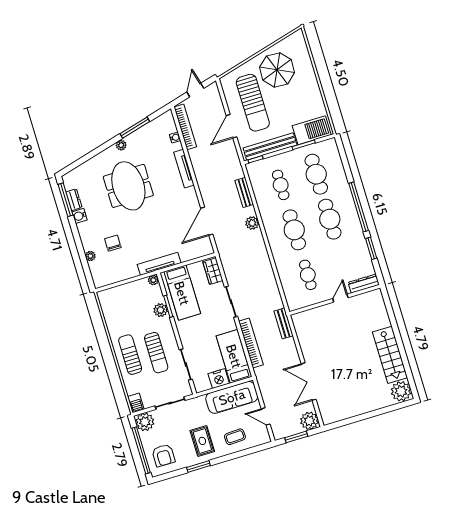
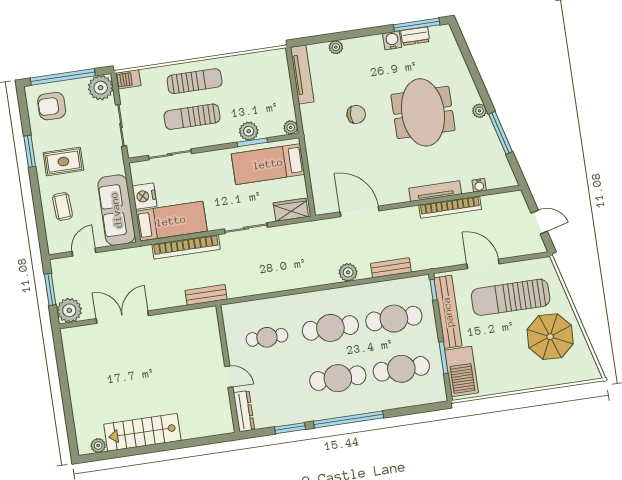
bookcase: (185, 127) -> (450, 207), moved
cafe table: (281, 185) -> (394, 319), width x1.37, depth x1.35
meeting table: (128, 186) -> (423, 112), turned 90
chair: (113, 243) -> (356, 114), moved
tv unit: (159, 264) -> (302, 74), moved
plant: (401, 391) -> (98, 446), width x0.53, depth x0.53

